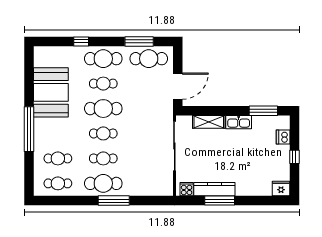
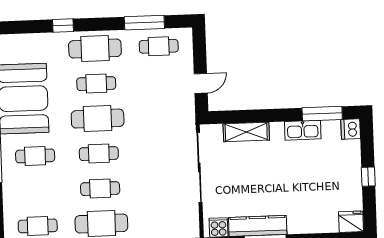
cafe table: (149, 59) -> (159, 46), width x0.73, depth x0.74
door: (178, 86) -> (201, 83), width x0.53
kitchen sink: (239, 122) -> (303, 130), moved
dishwasher: (283, 137) -> (351, 129), moved
cafe table: (58, 158) -> (35, 156), moved

